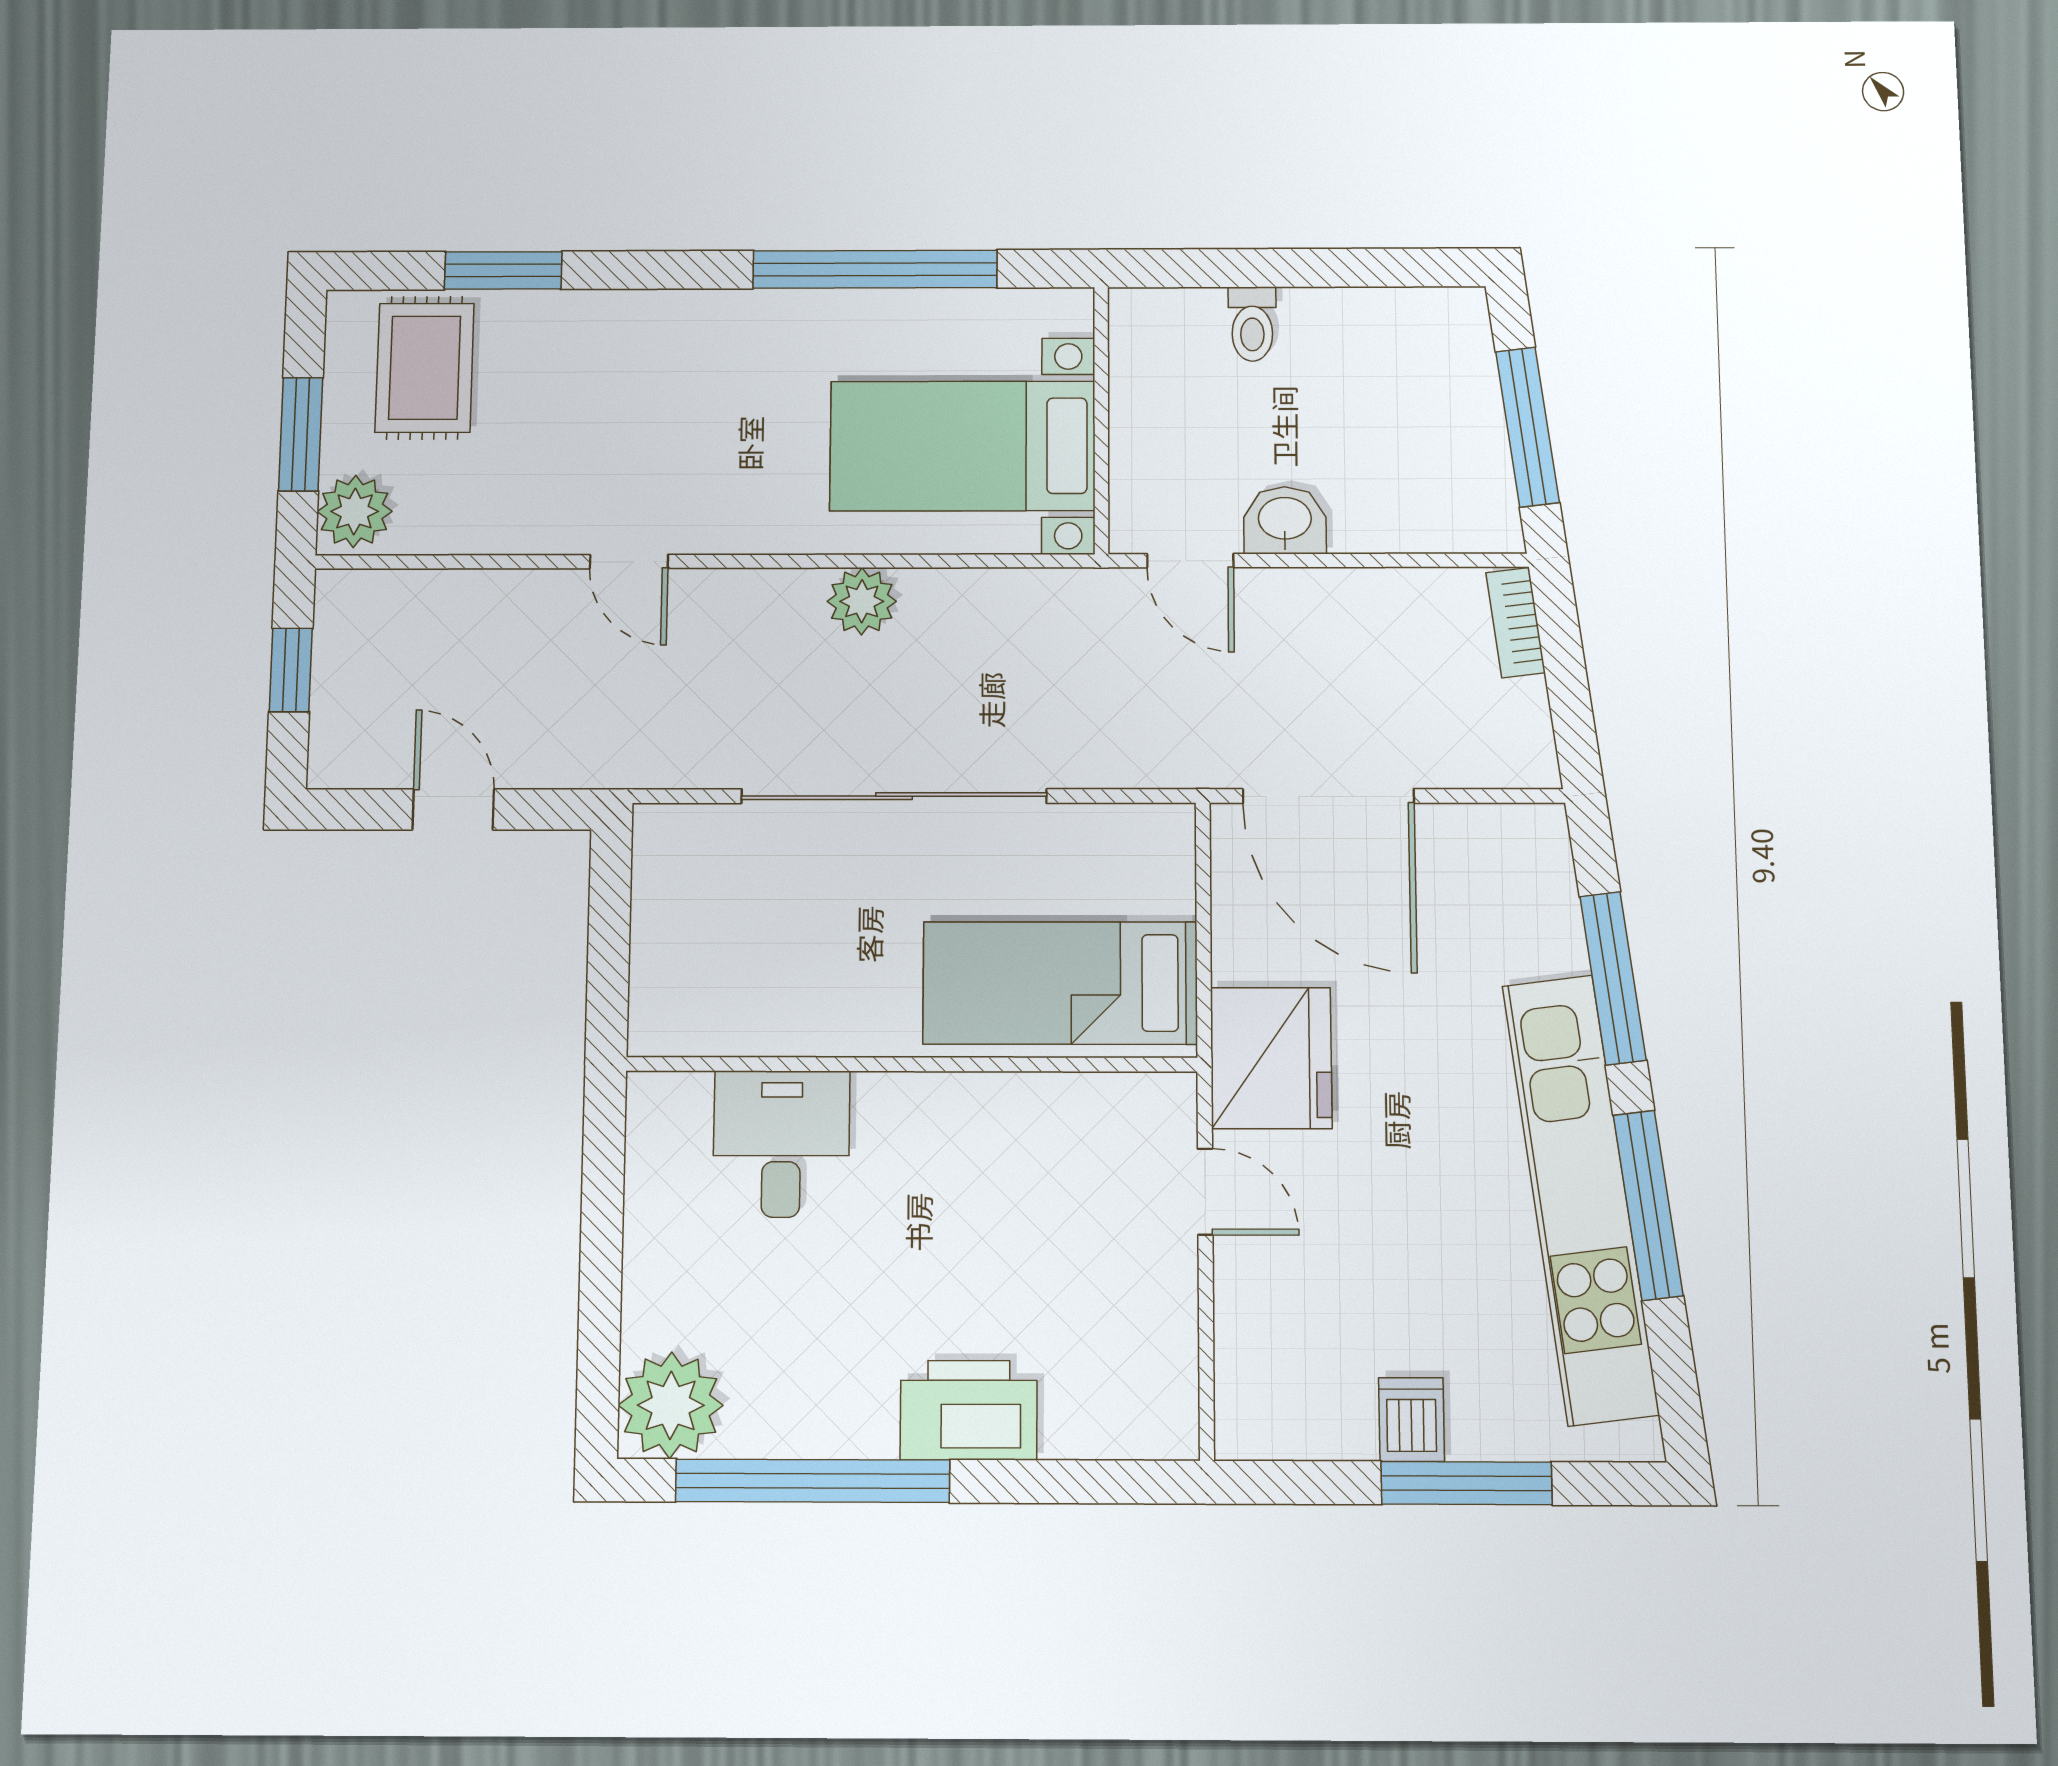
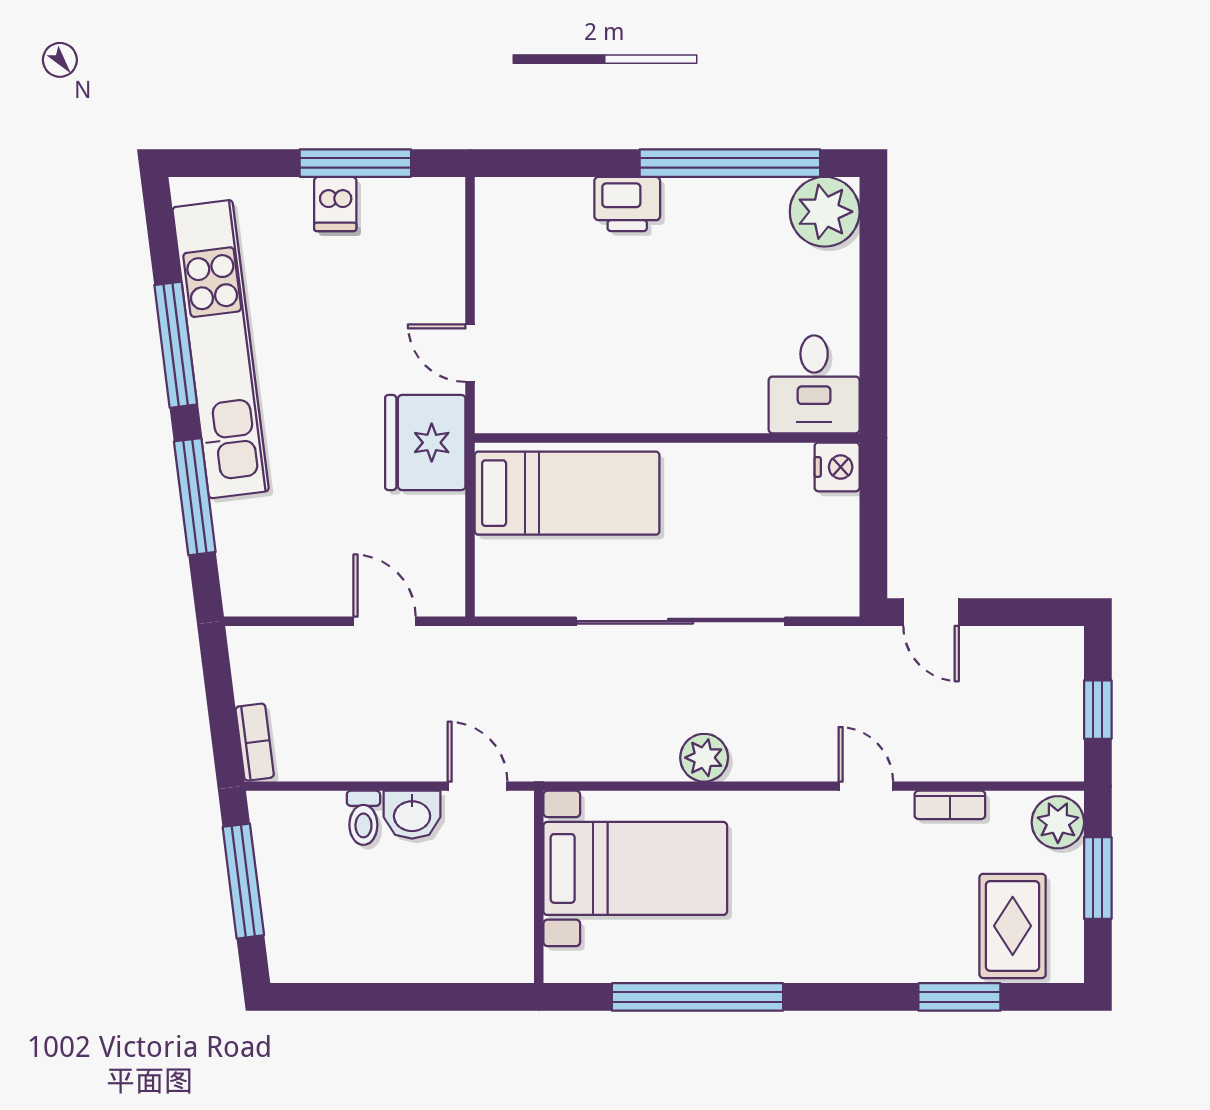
toilet: (1252, 324) -> (363, 818), moved, turned 180
bookcase: (509, 536) -> (950, 805), added
door: (1328, 796) -> (385, 621), width x0.53
door: (453, 809) -> (931, 612), moved
nightstand: (660, 1021) -> (837, 467), added
desk: (781, 1144) -> (814, 384), moved
printer: (969, 1410) -> (627, 204), width x0.73, depth x0.84
window: (1467, 1483) -> (355, 163), moved

